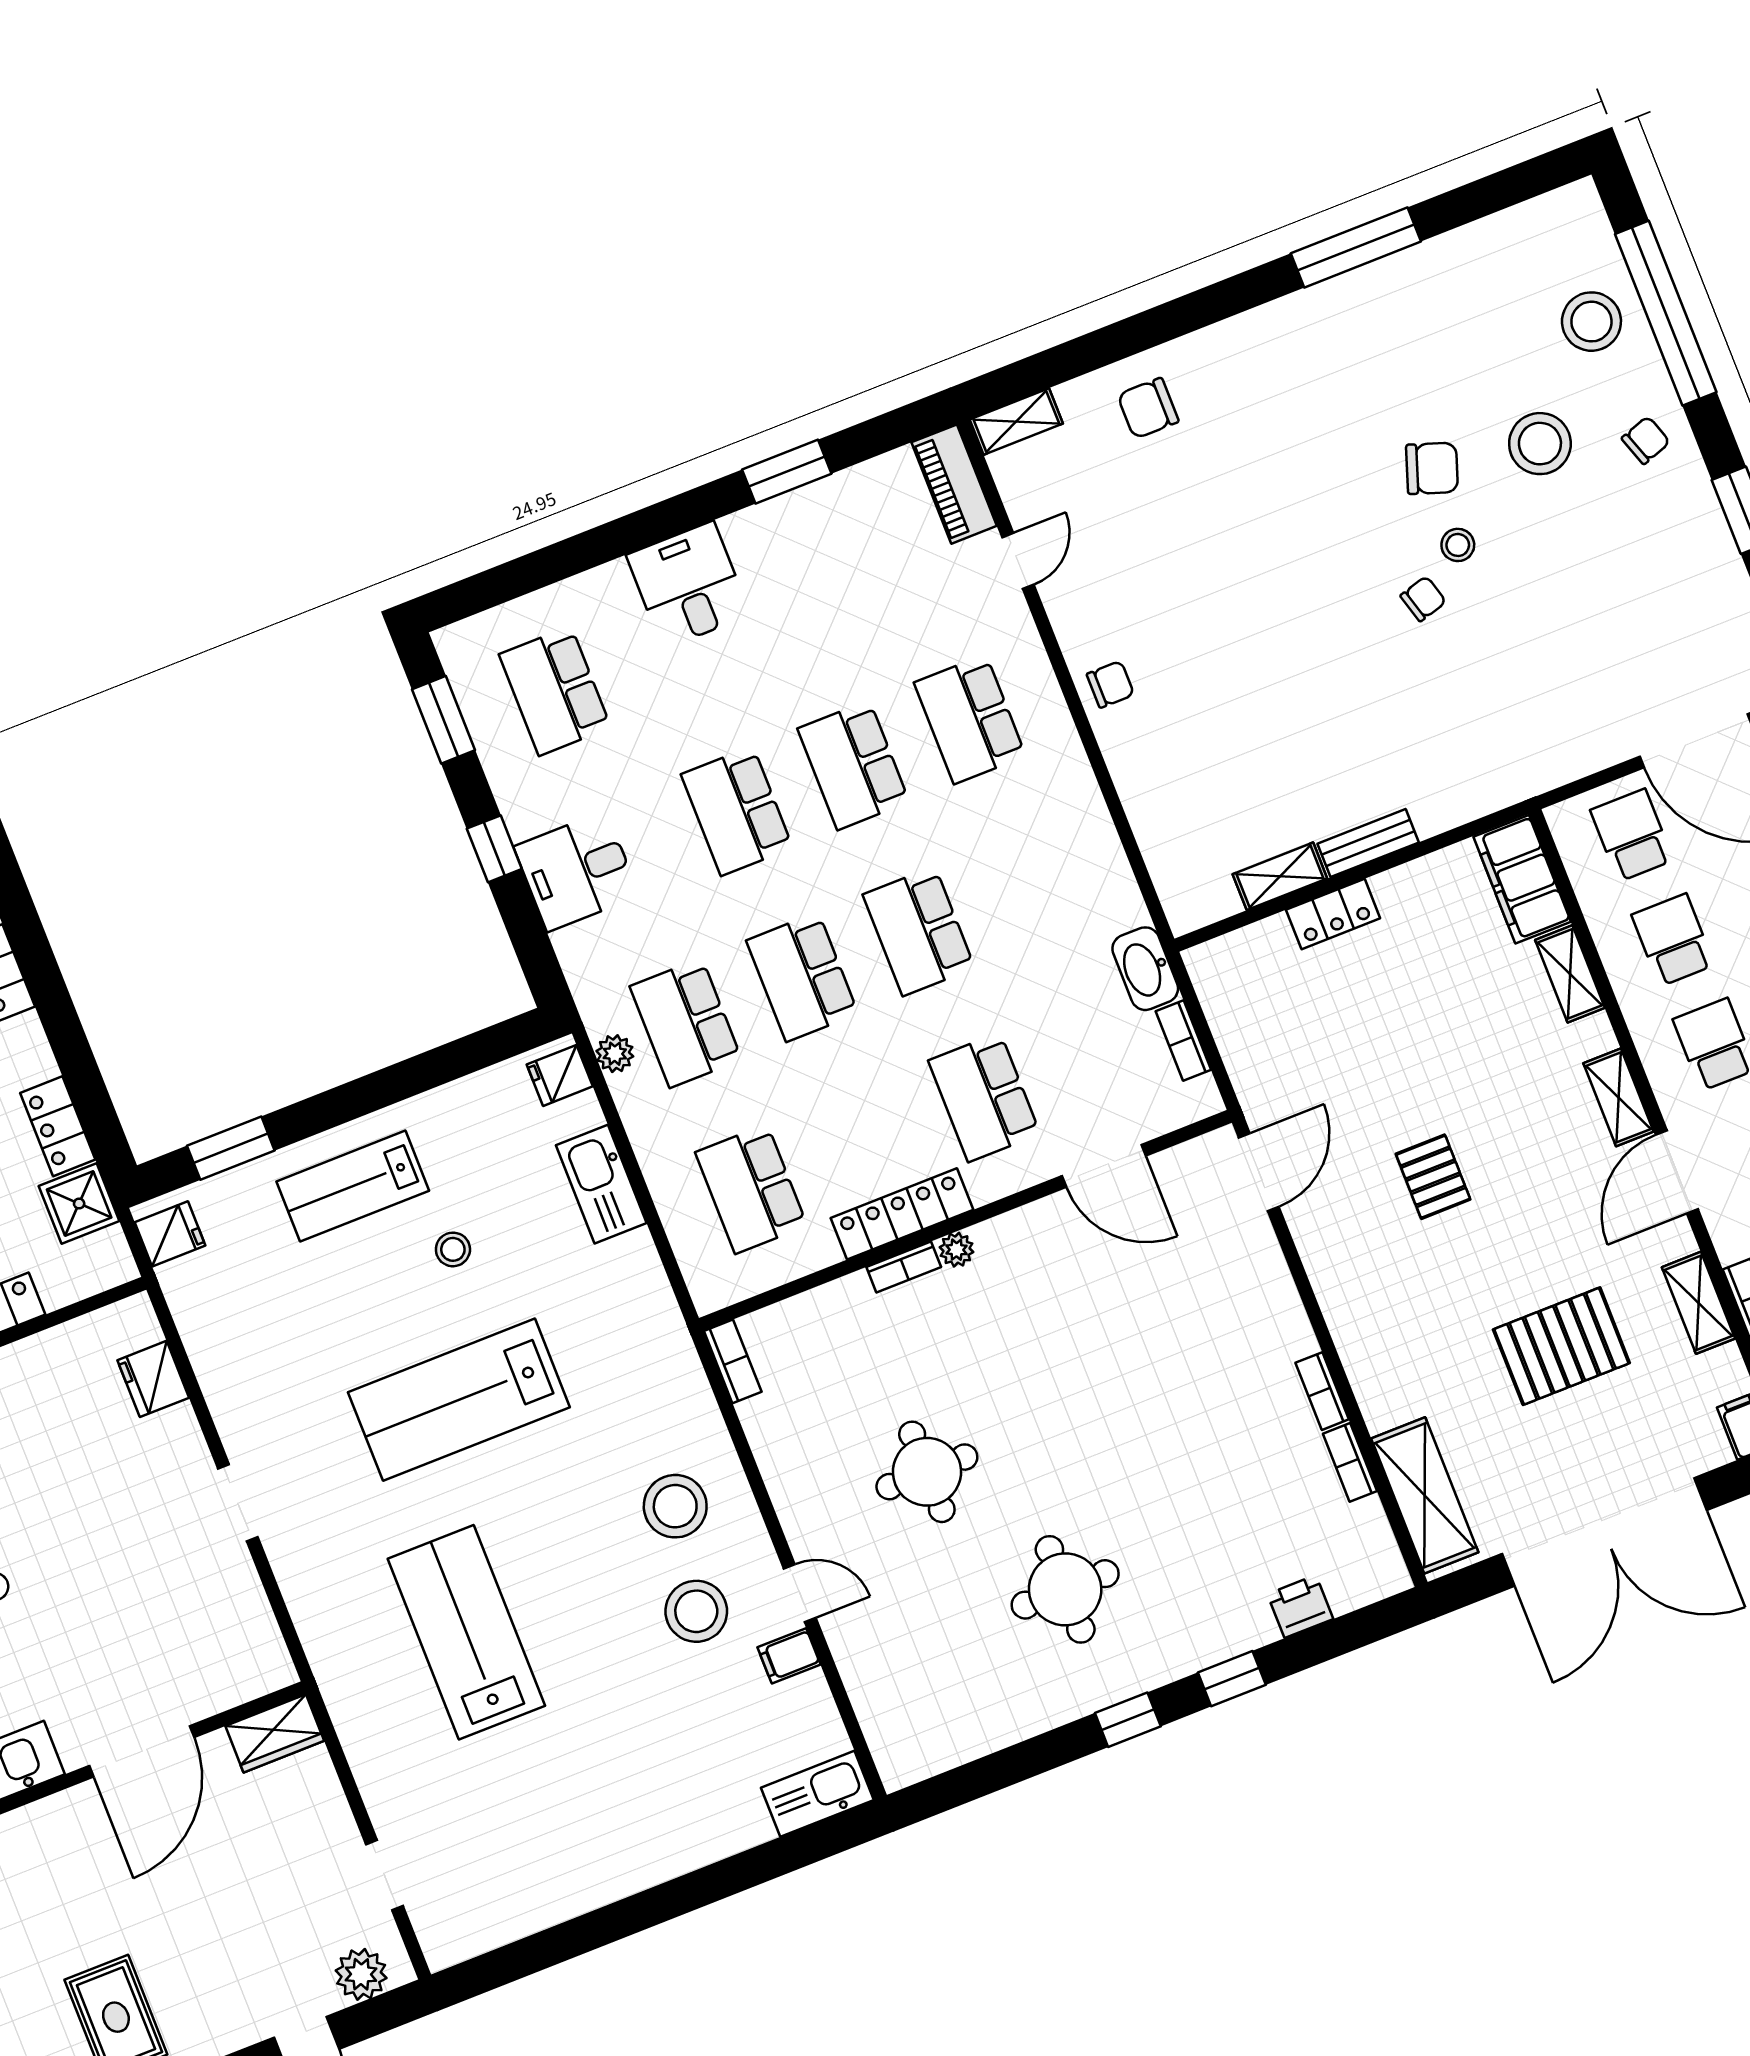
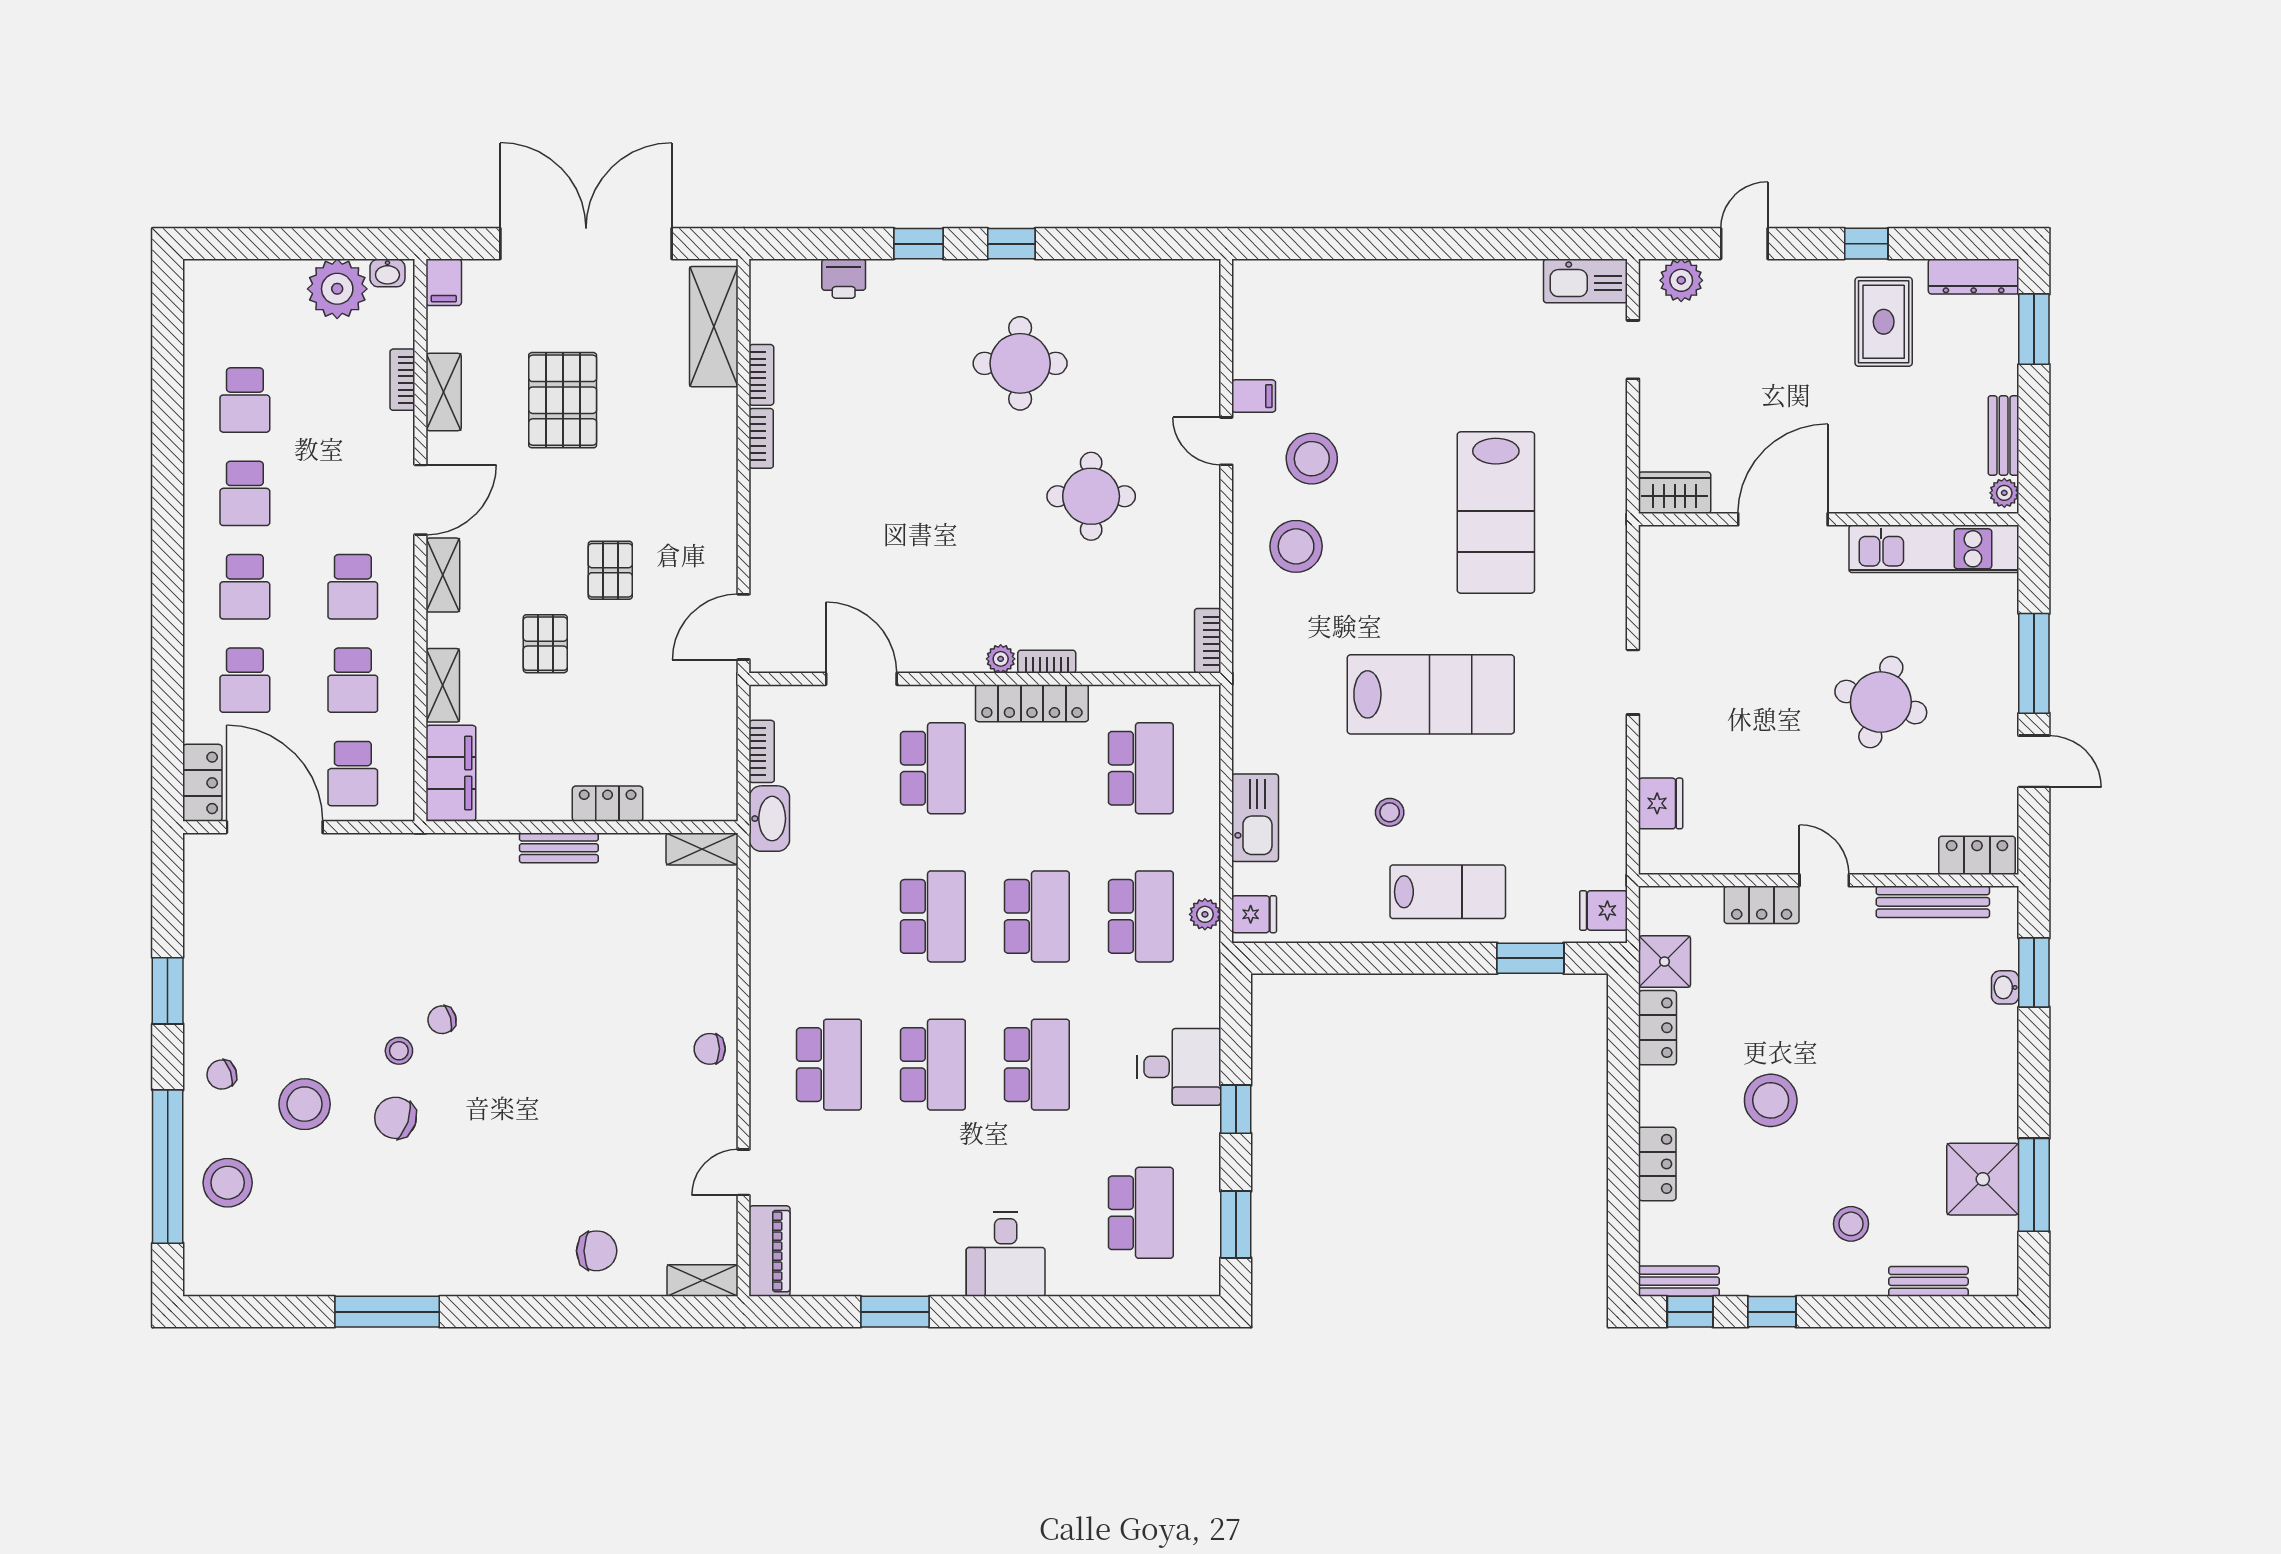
shelving: (1280, 876) -> (702, 849), moved
pallet: (1473, 1066) -> (545, 644), added
pallet: (1561, 1346) -> (563, 400), turned 90
kitchen sink: (817, 1794) -> (1585, 281), moved

